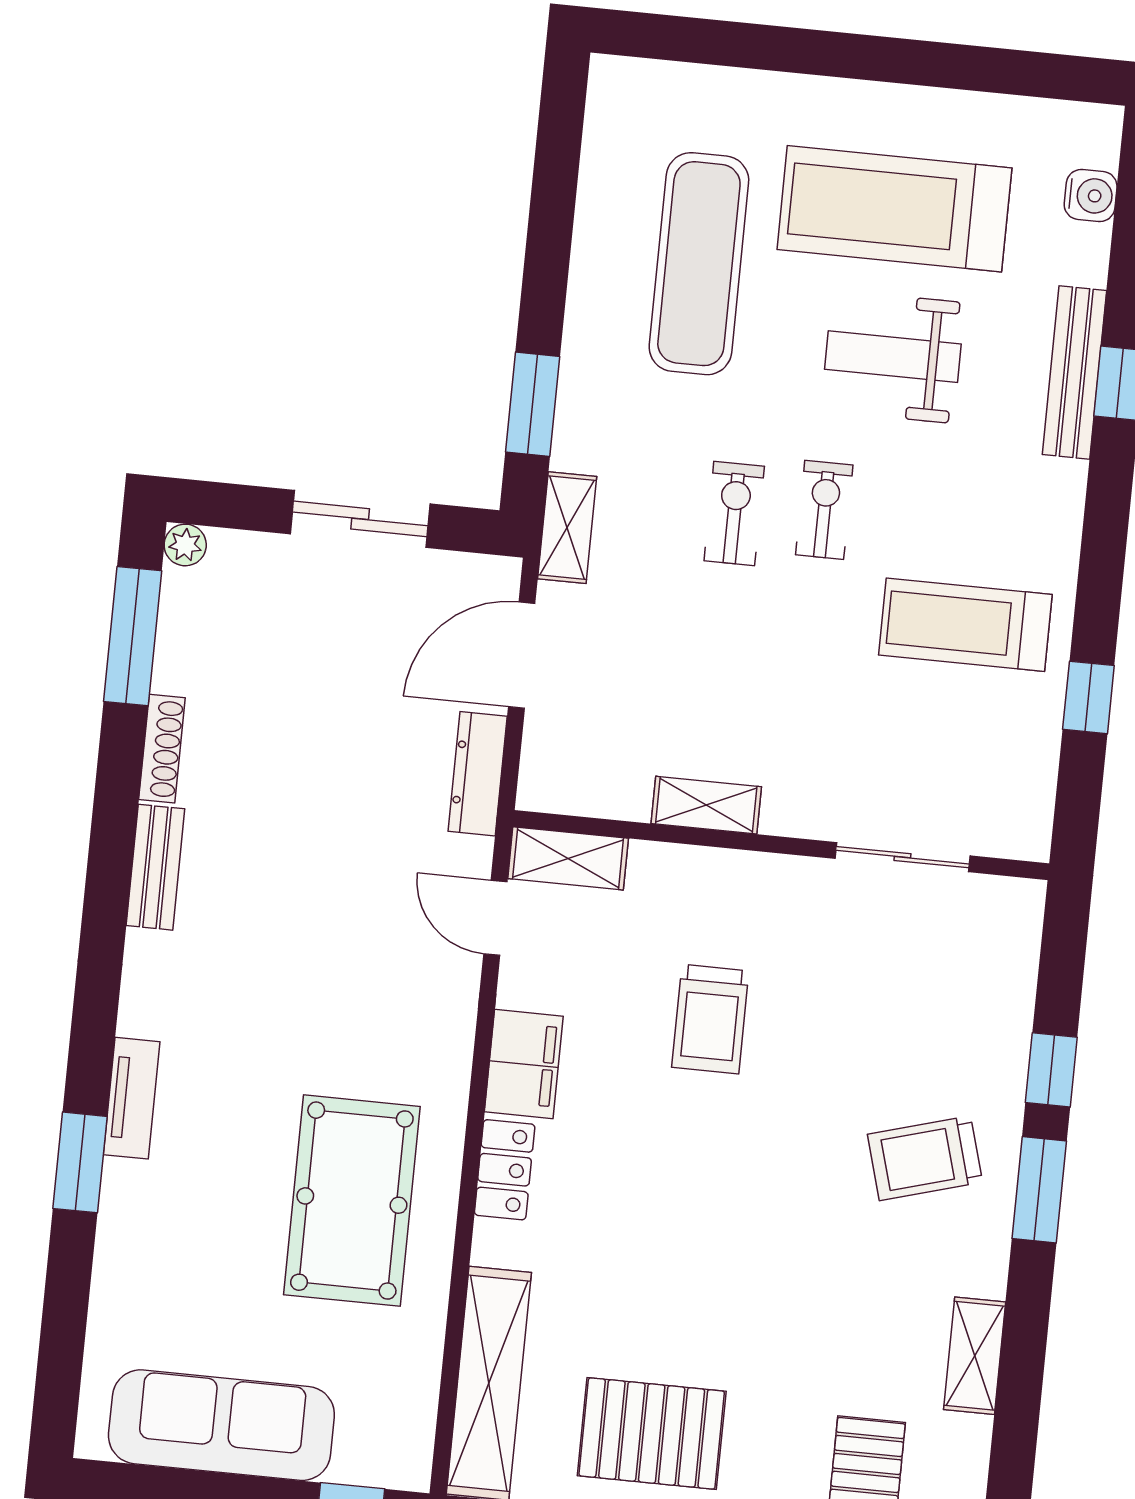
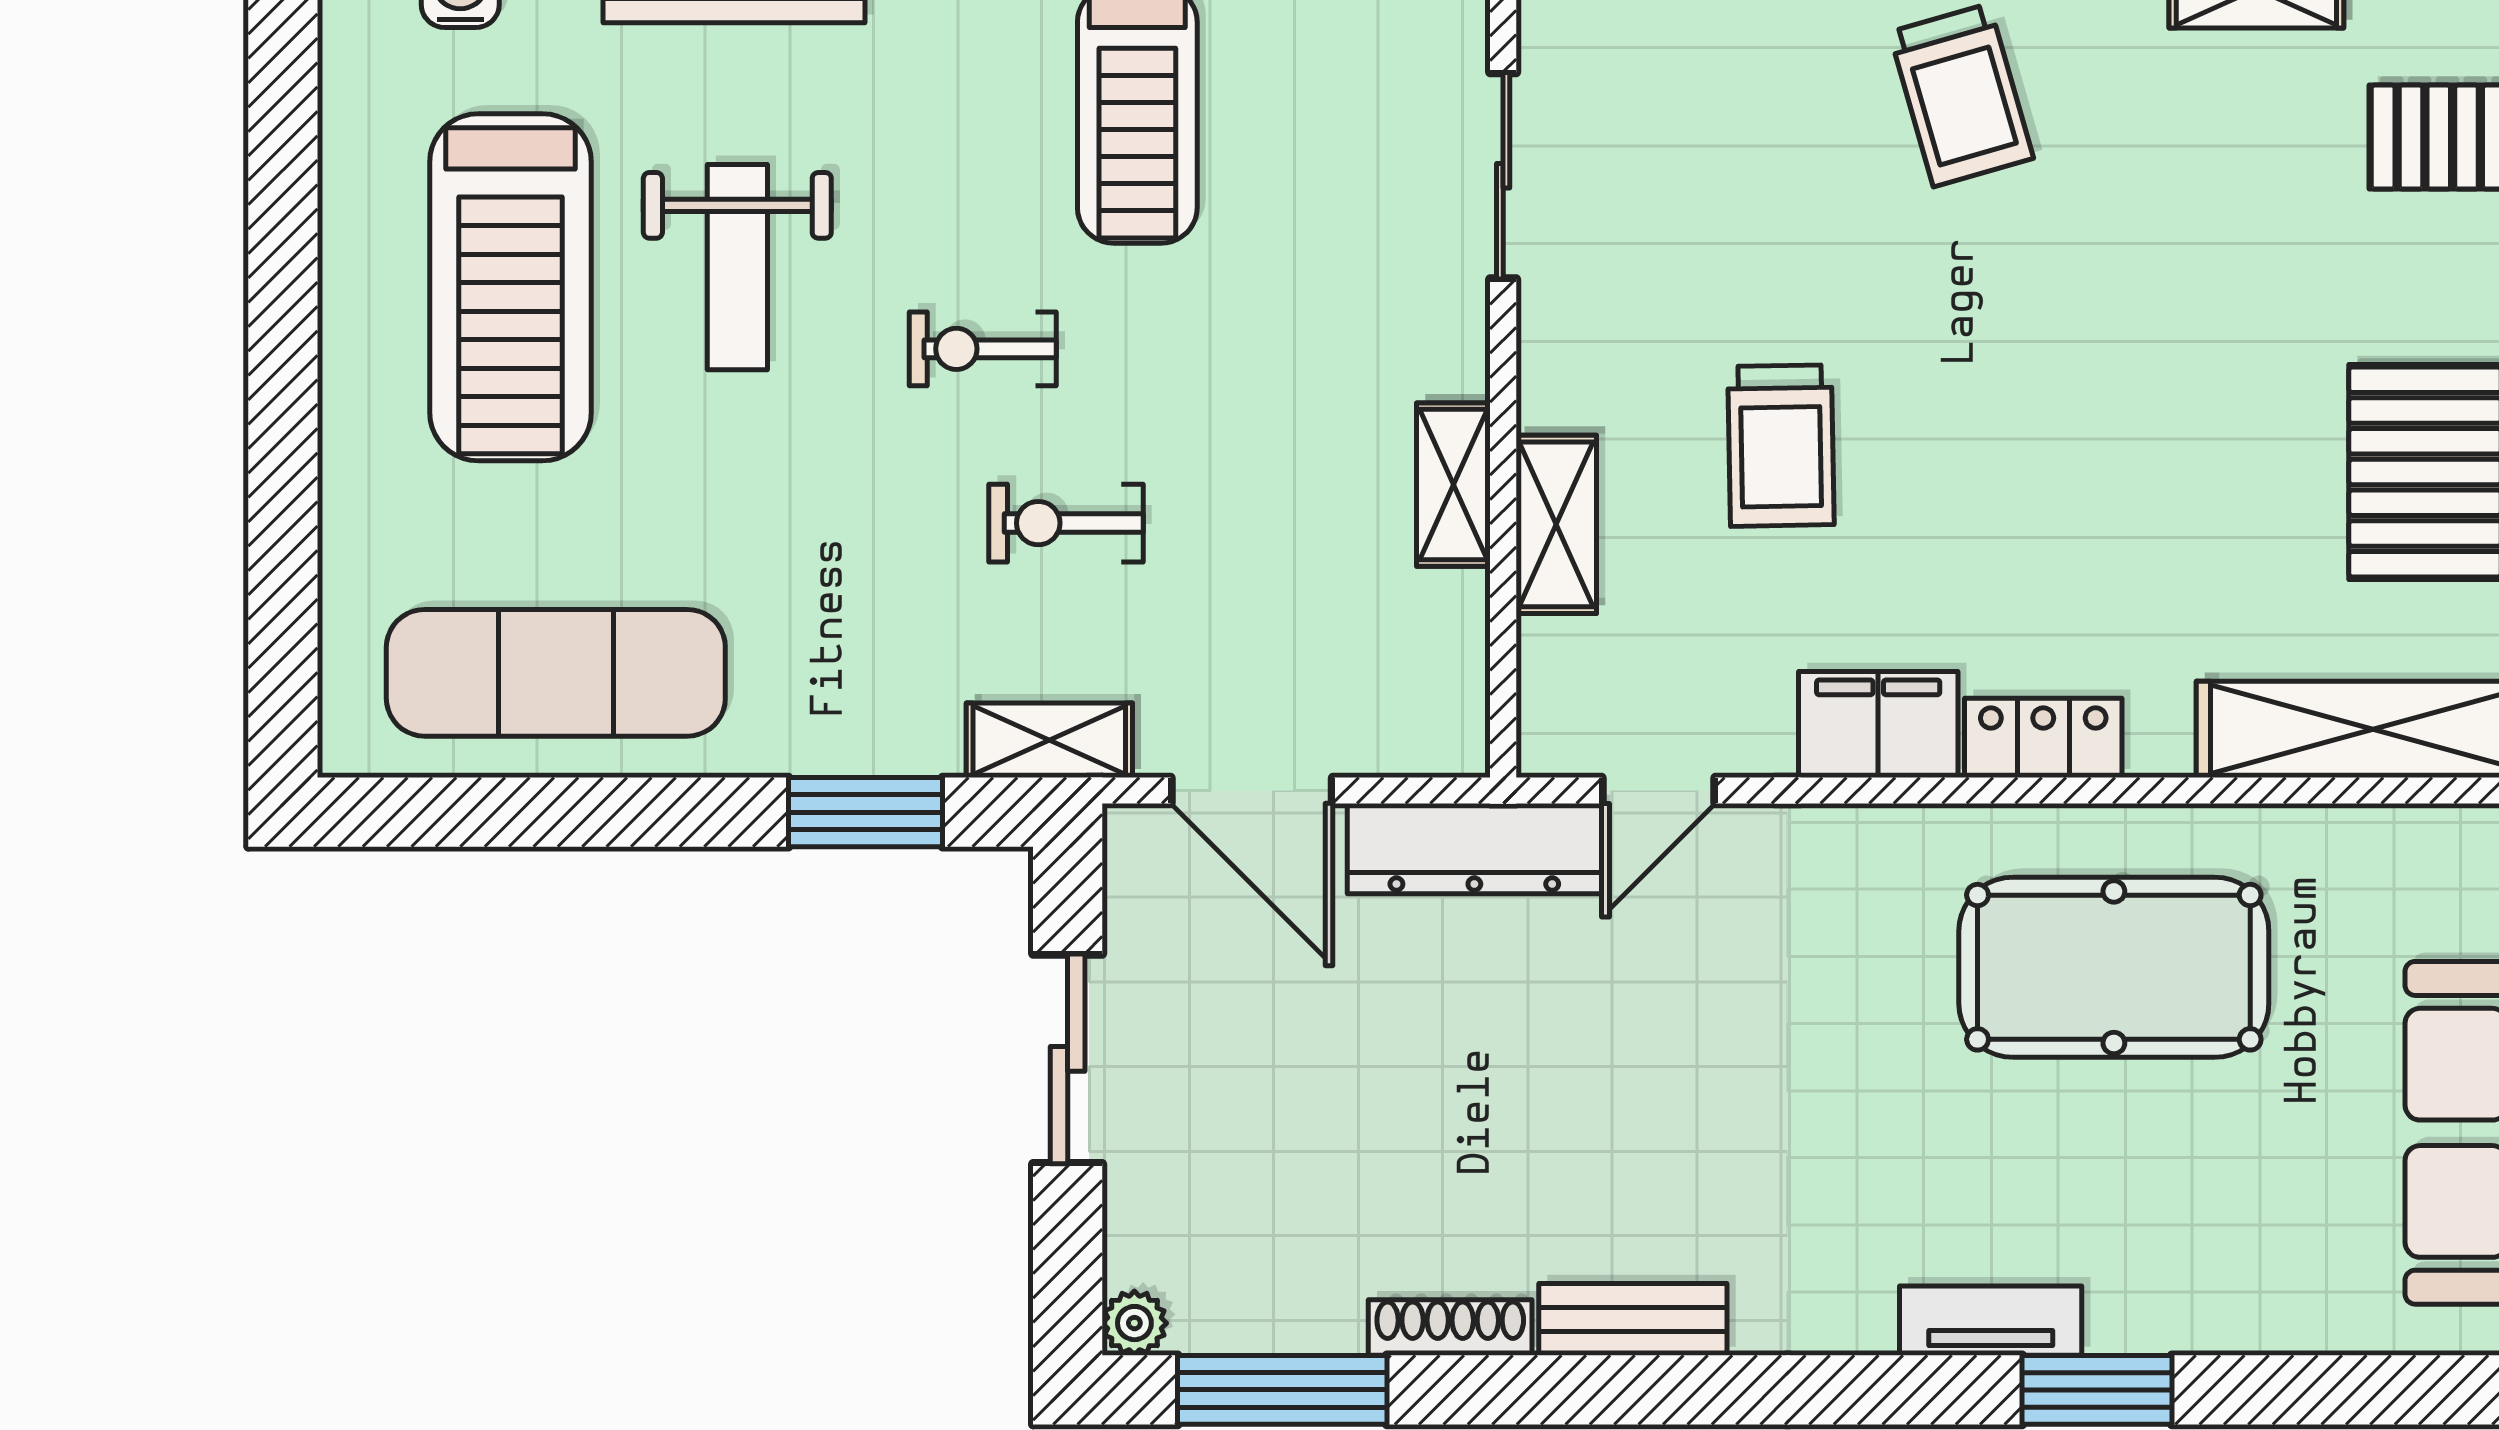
exercise mat: (699, 264) -> (556, 673), moved
exercise bike: (734, 514) -> (1066, 523), moved
dresser: (478, 774) -> (1474, 849), width x1.37, depth x1.24
shelving: (568, 858) -> (1556, 524), moved
trolley: (710, 1019) -> (1781, 446), turned 89

